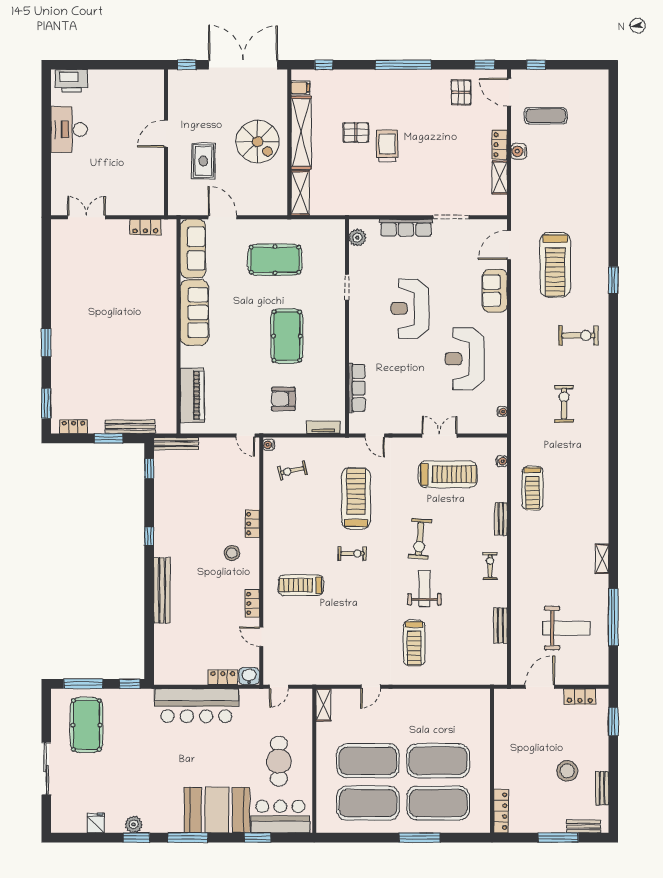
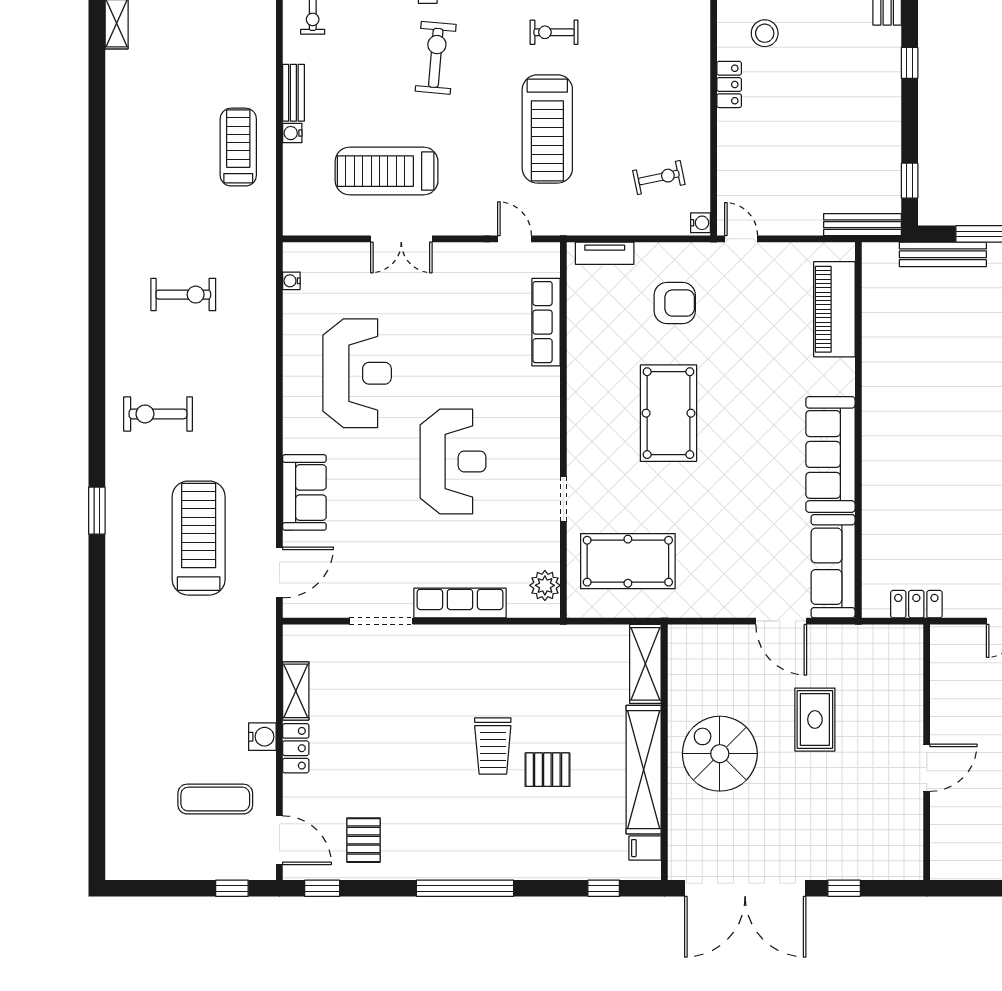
door: (166, 134) -> (927, 768), moved
wall: (166, 142) -> (927, 752), moved
pool table: (275, 260) -> (628, 561), moved
exercise bike: (564, 404) -> (183, 295), turned -90
water cooler: (502, 461) -> (292, 133), moved

